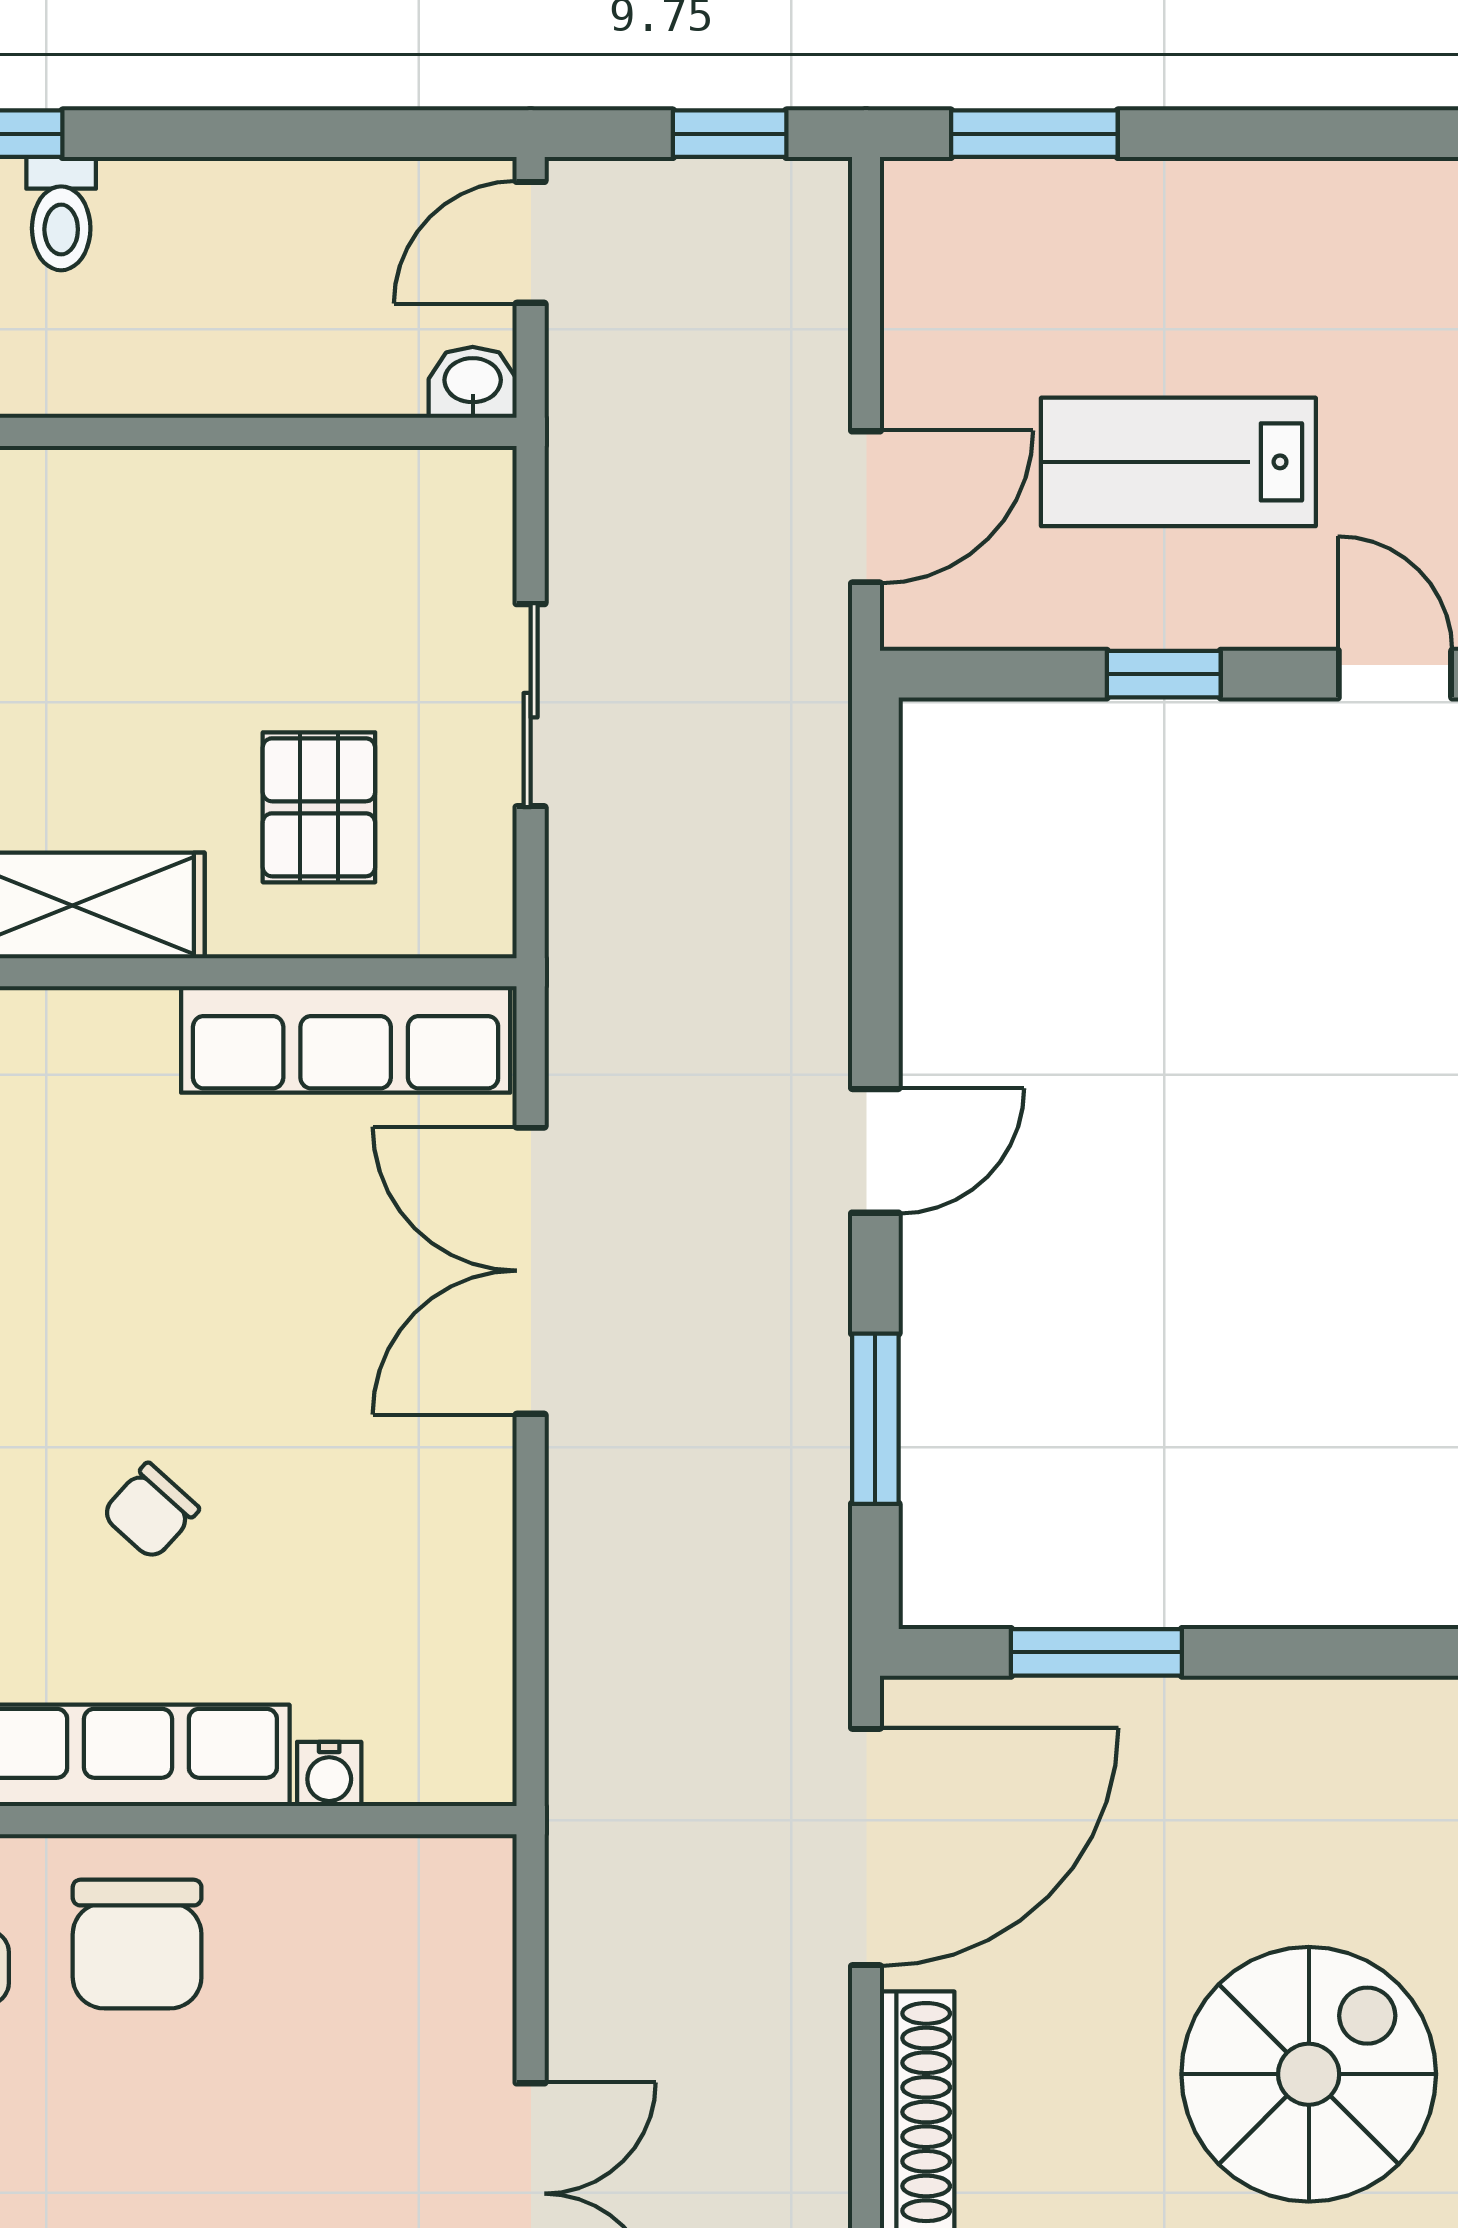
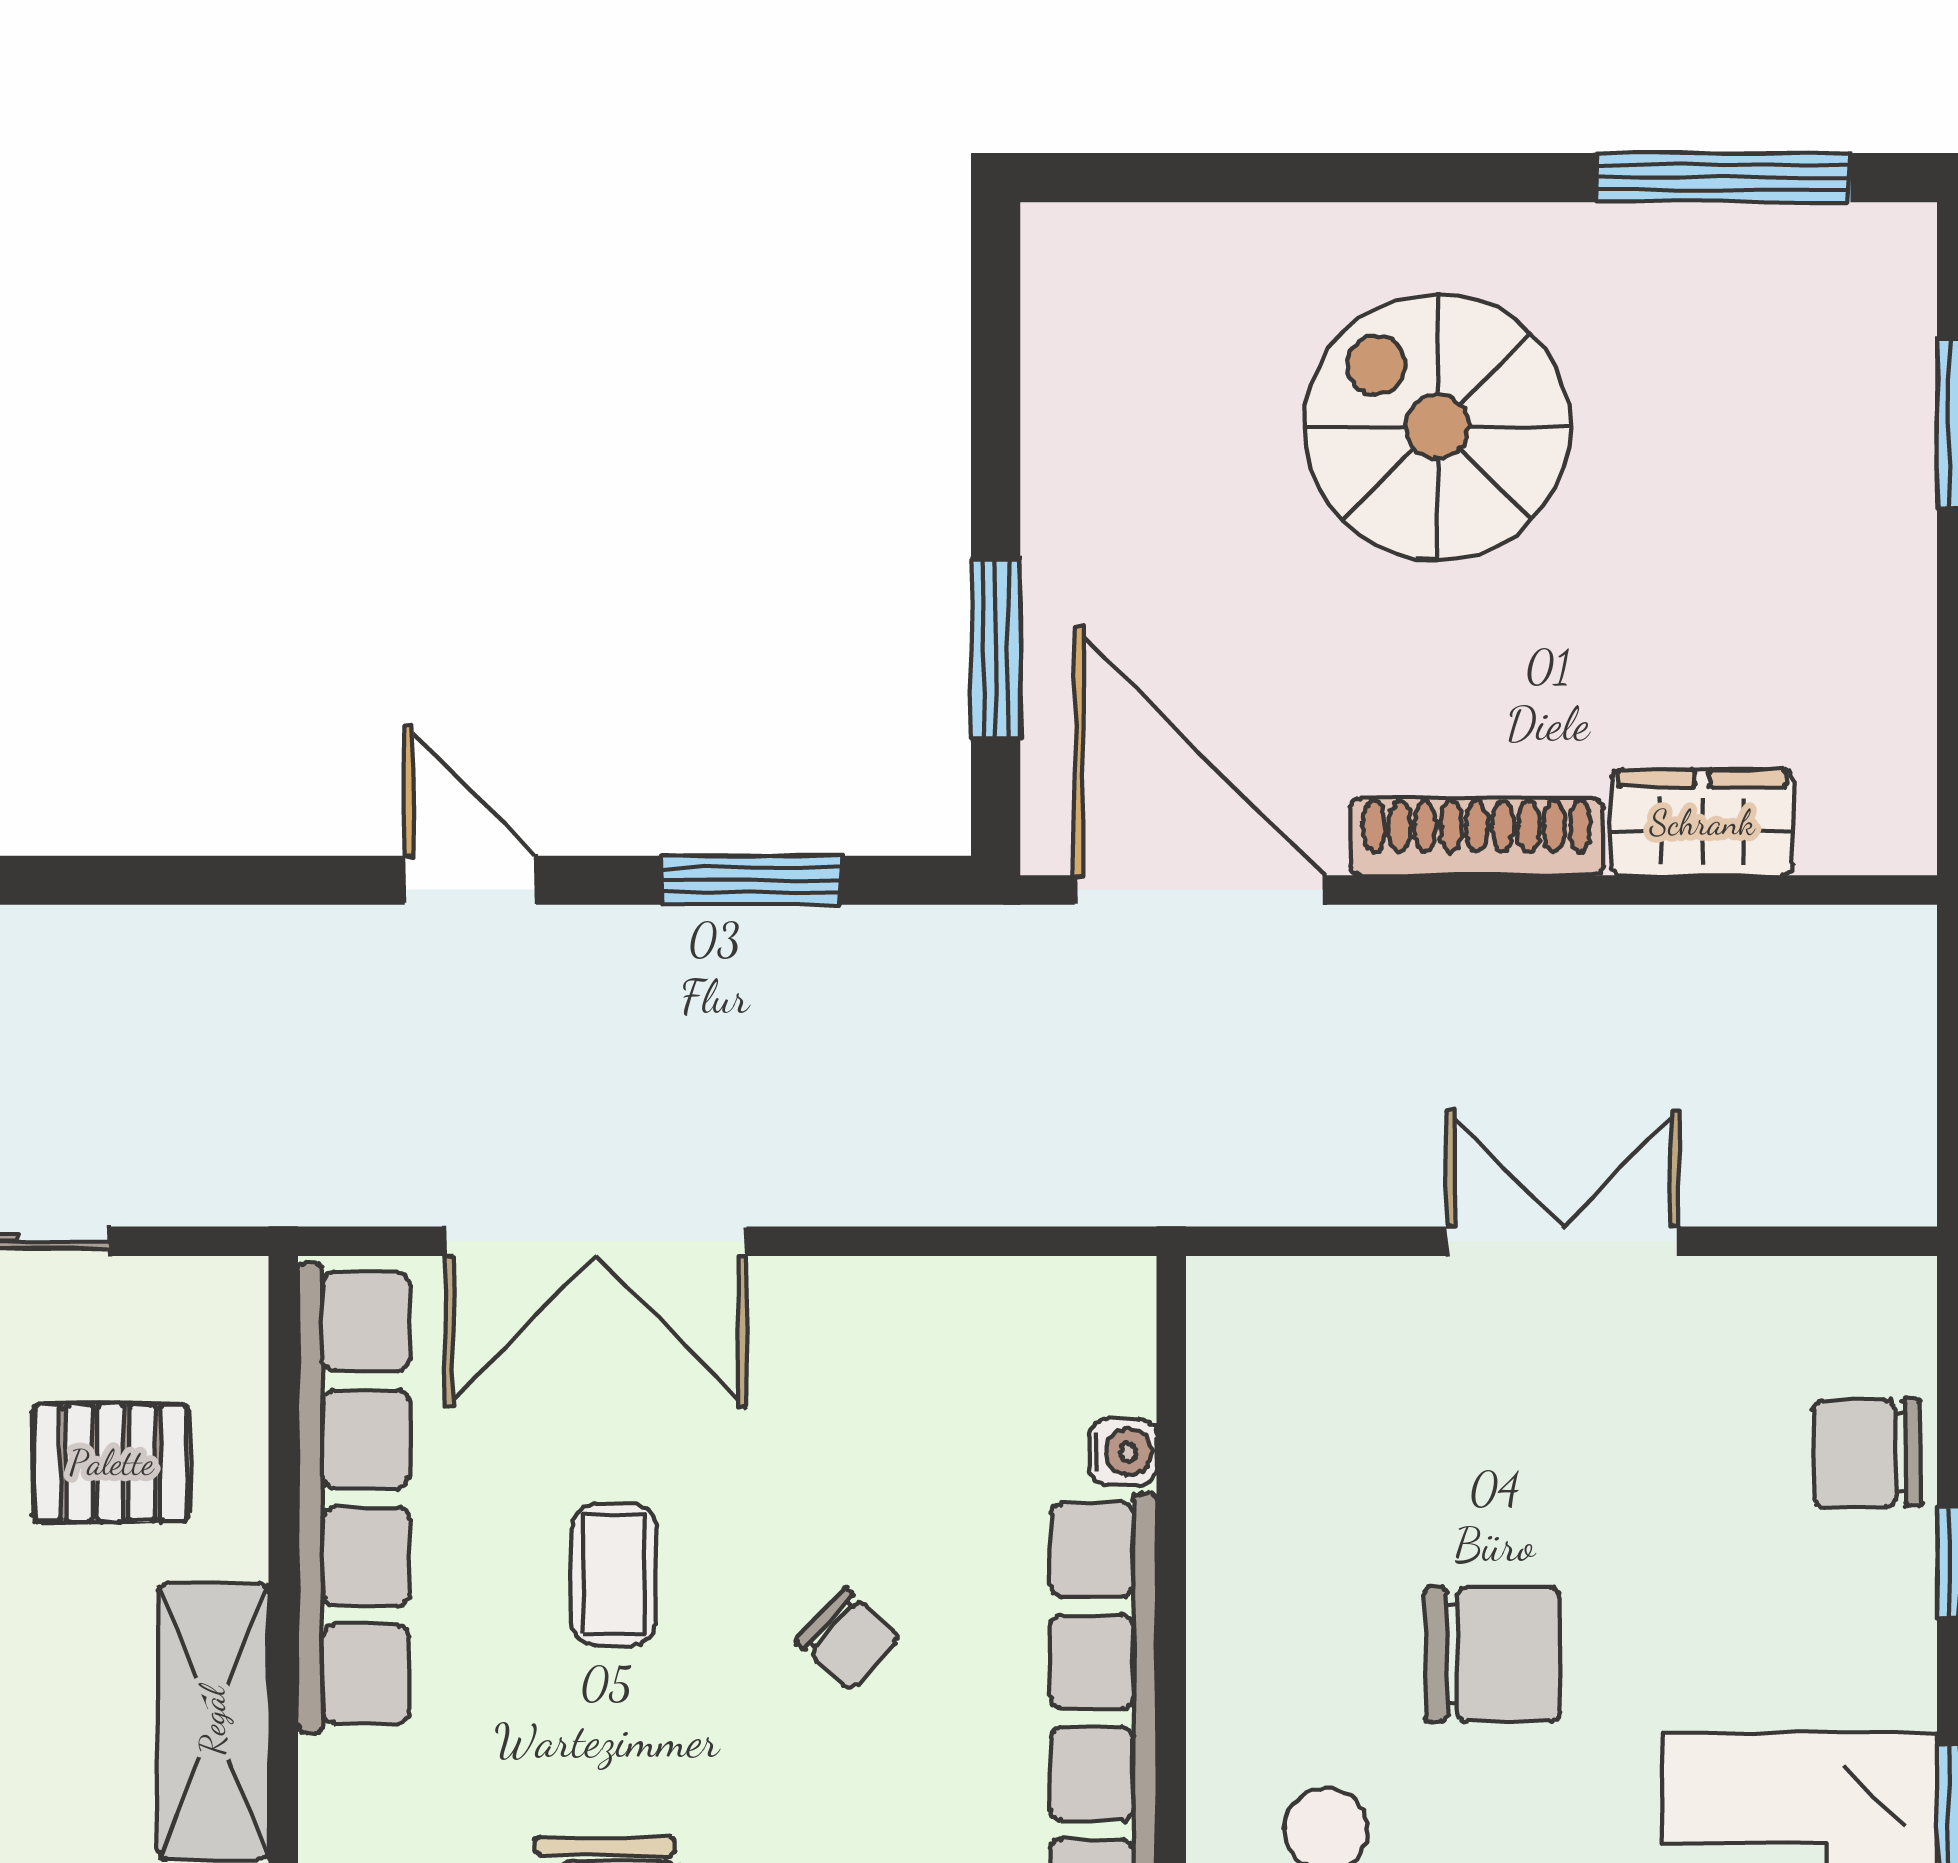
row of seats: (346, 1039) -> (354, 1498), width x1.36
coffee table: (213, 1288) -> (614, 1574), added
chair: (137, 1944) -> (1493, 1655), moved

